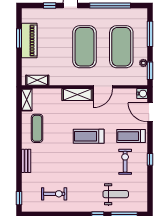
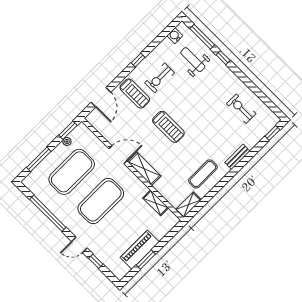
shelving: (37, 80) -> (156, 203), moved
water cooler: (142, 94) -> (175, 36), moved

